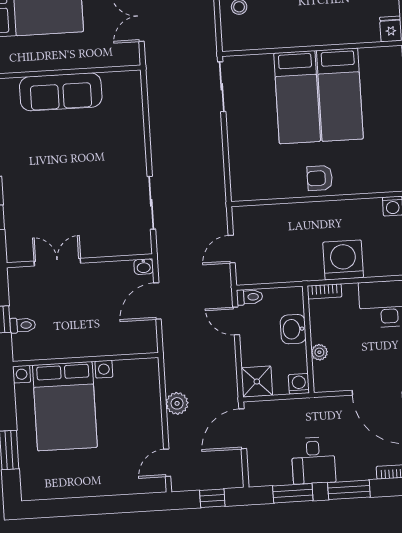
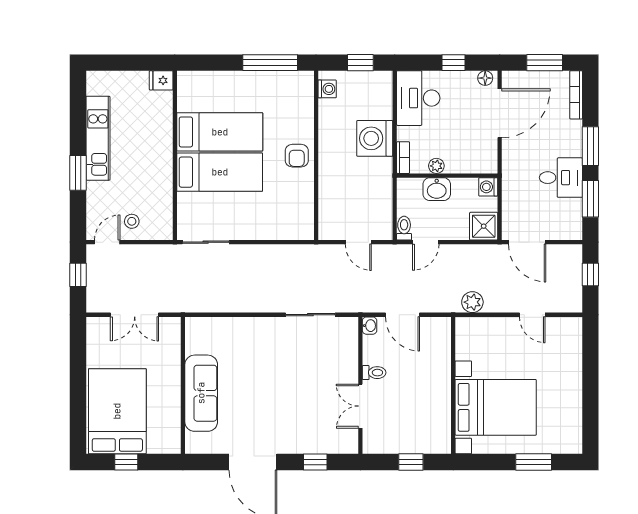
toilet: (23, 325) -> (374, 373), moved, turned 90
plant: (319, 352) -> (436, 166), moved
plant: (177, 403) -> (472, 302), moved
door: (167, 463) -> (532, 315), moved

